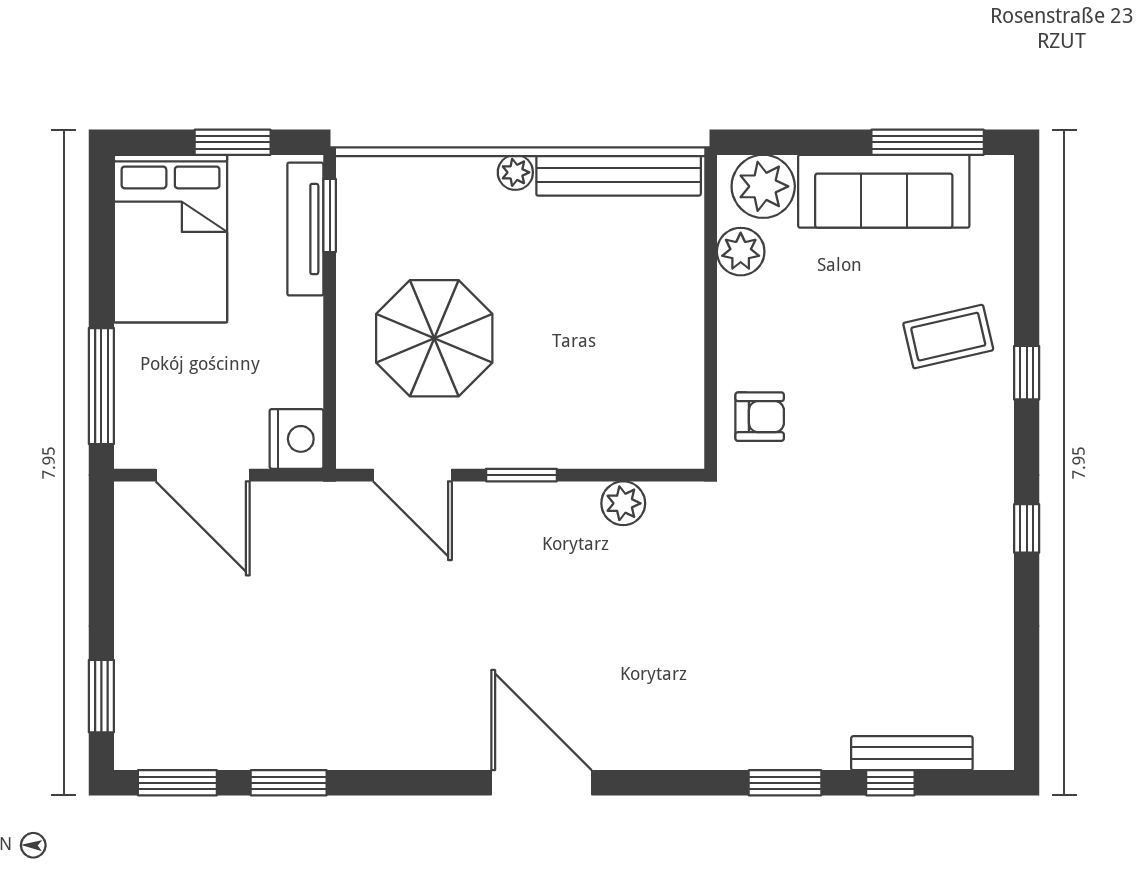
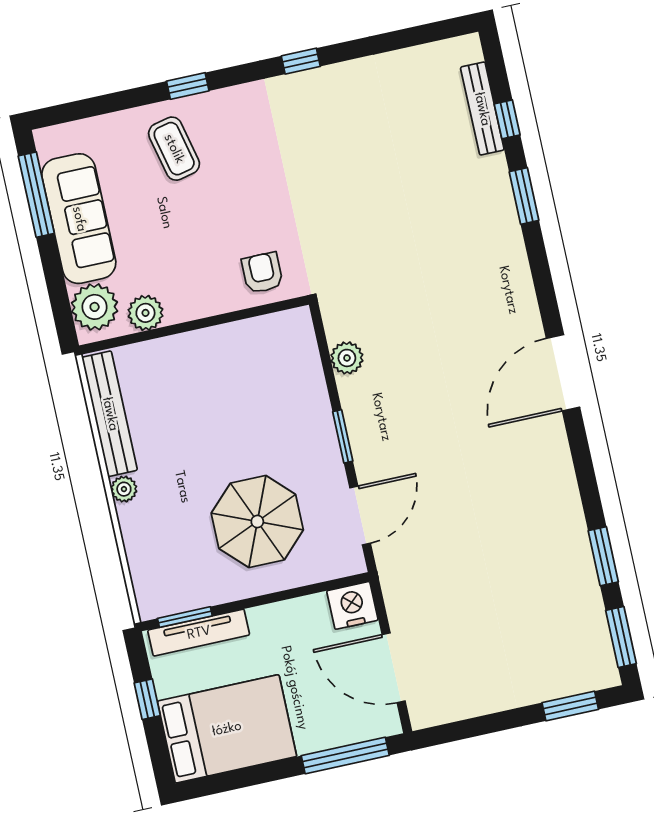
window: (233, 142) -> (147, 699), width x0.67
door: (203, 475) -> (394, 668), swing flipped

